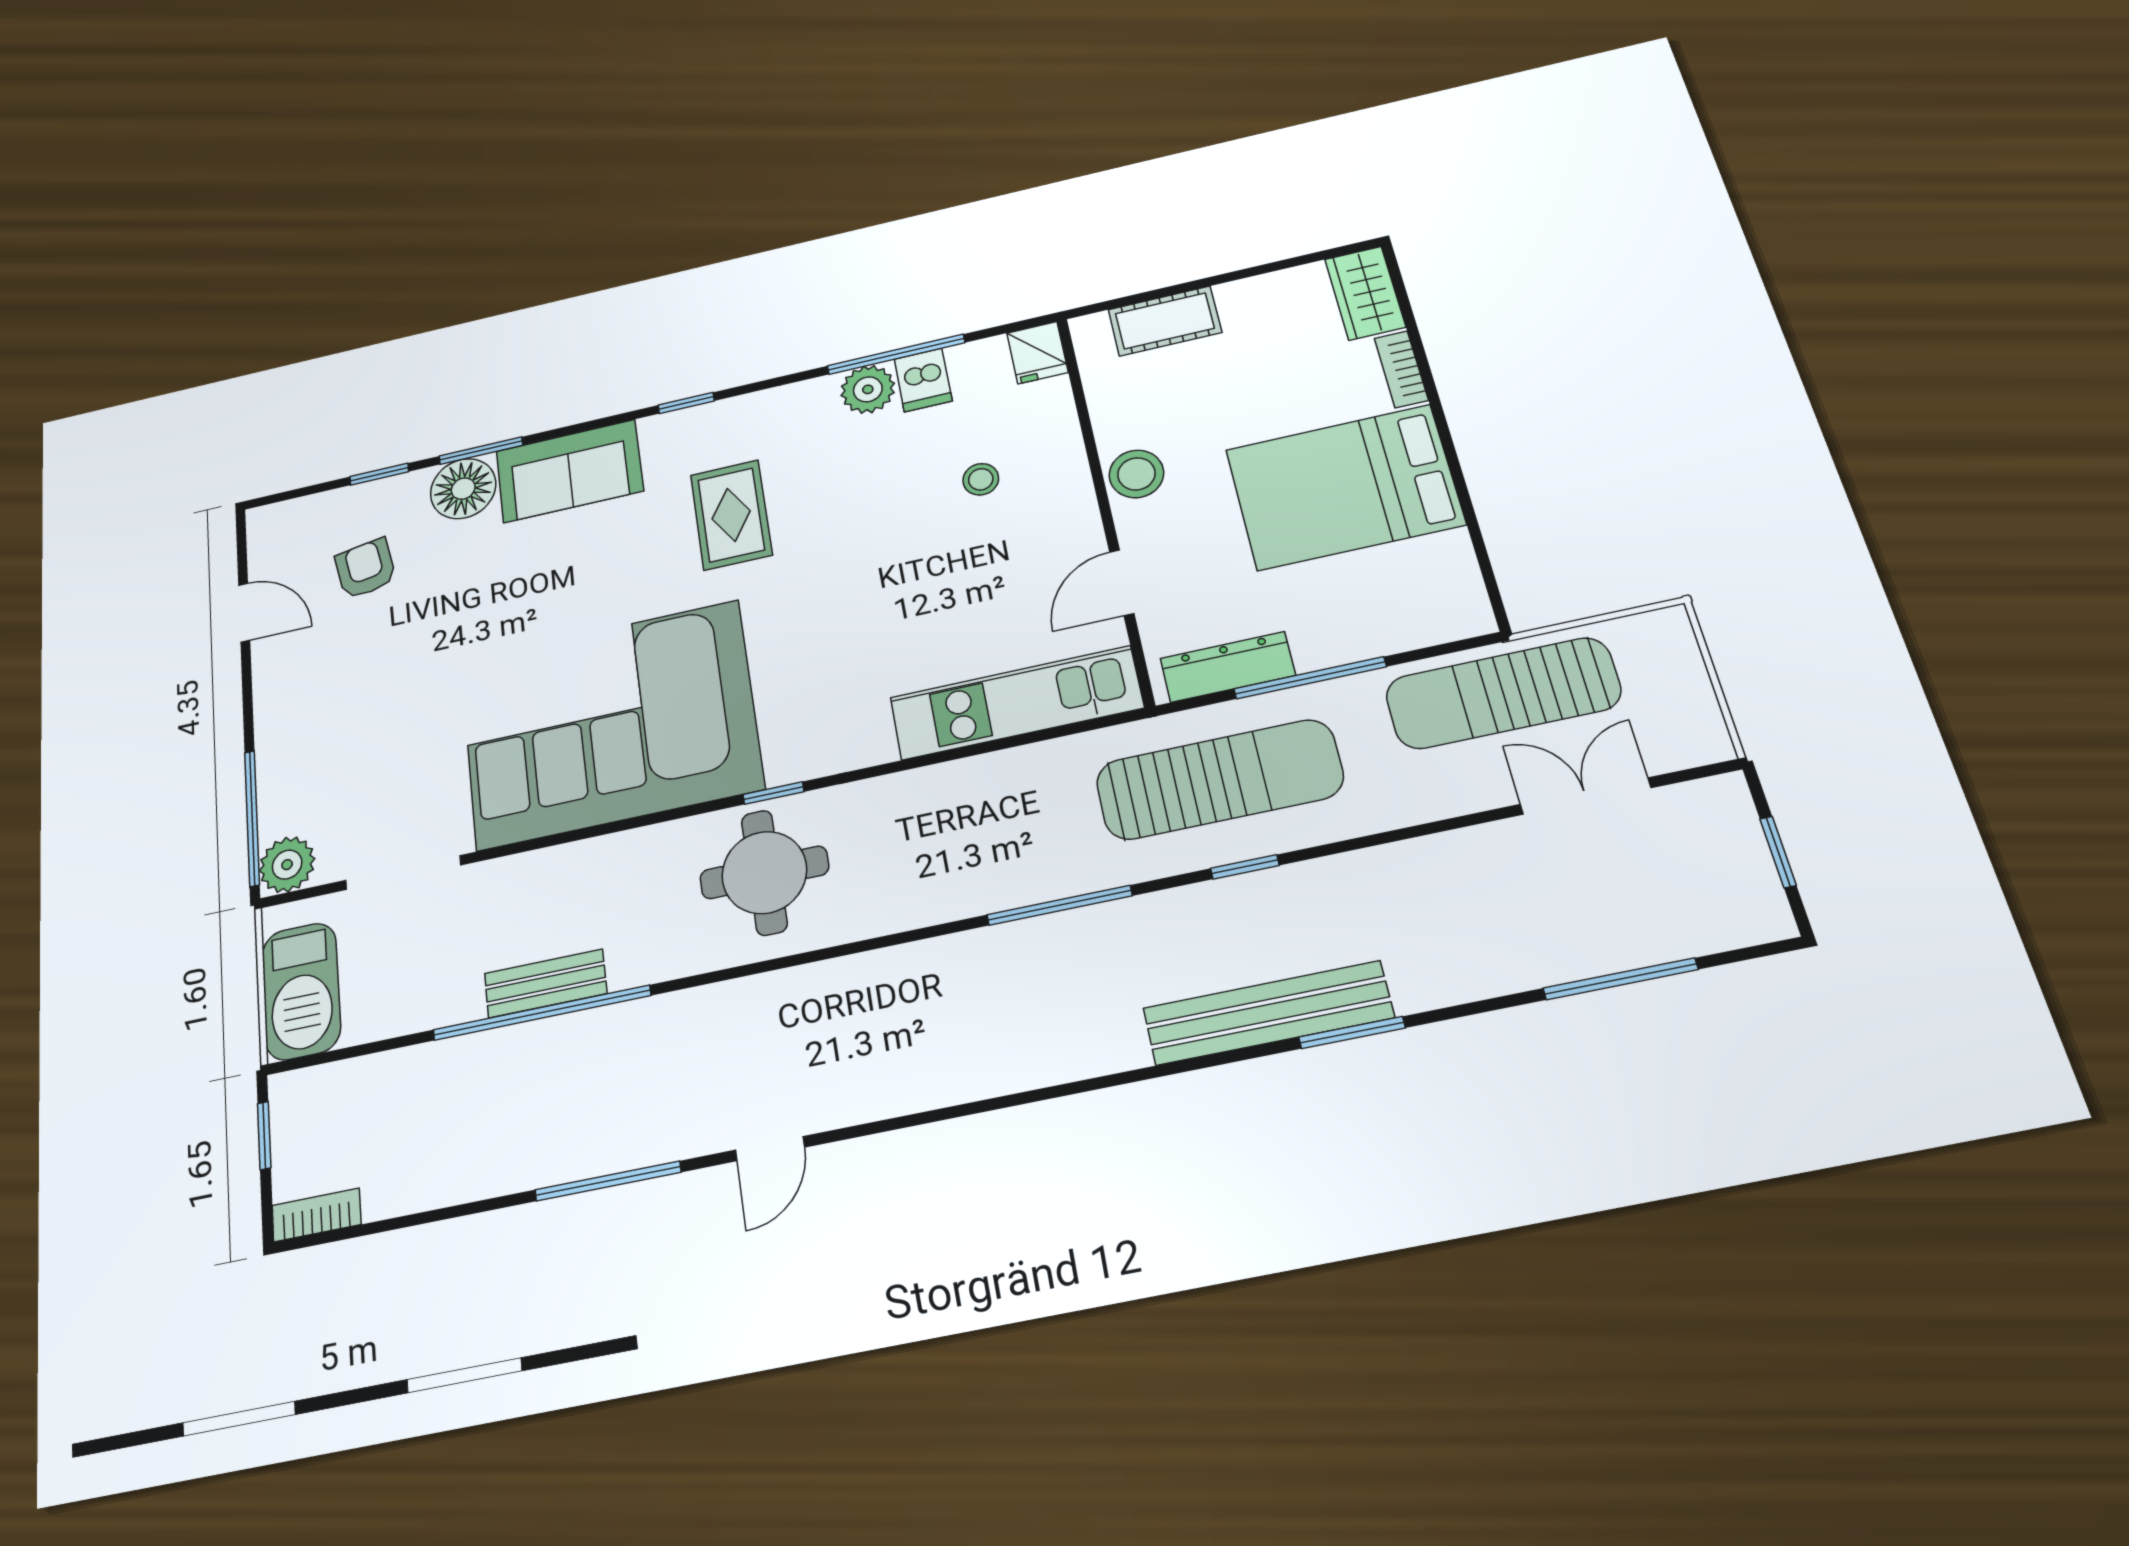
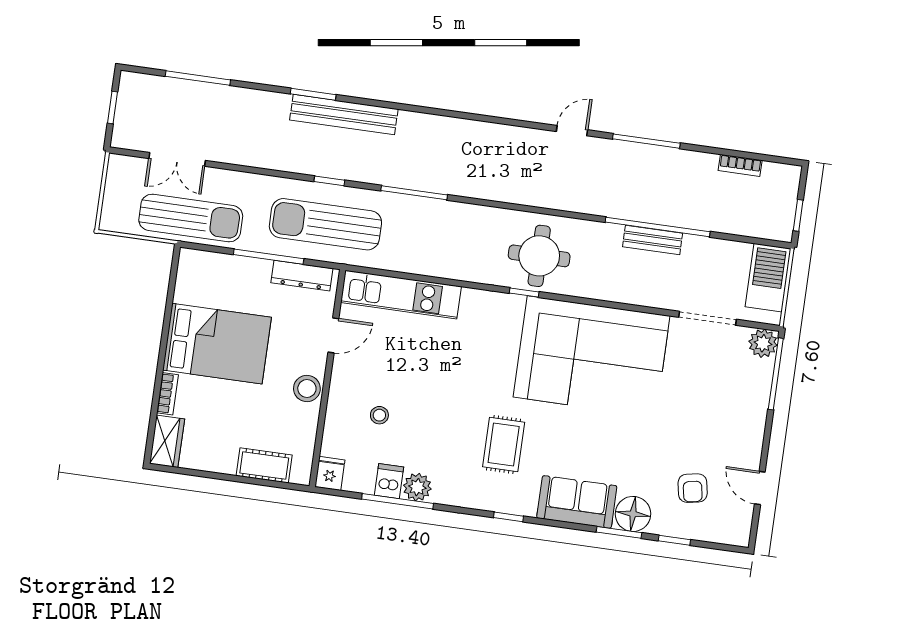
bookcase: (316, 1215) -> (740, 165), moved

